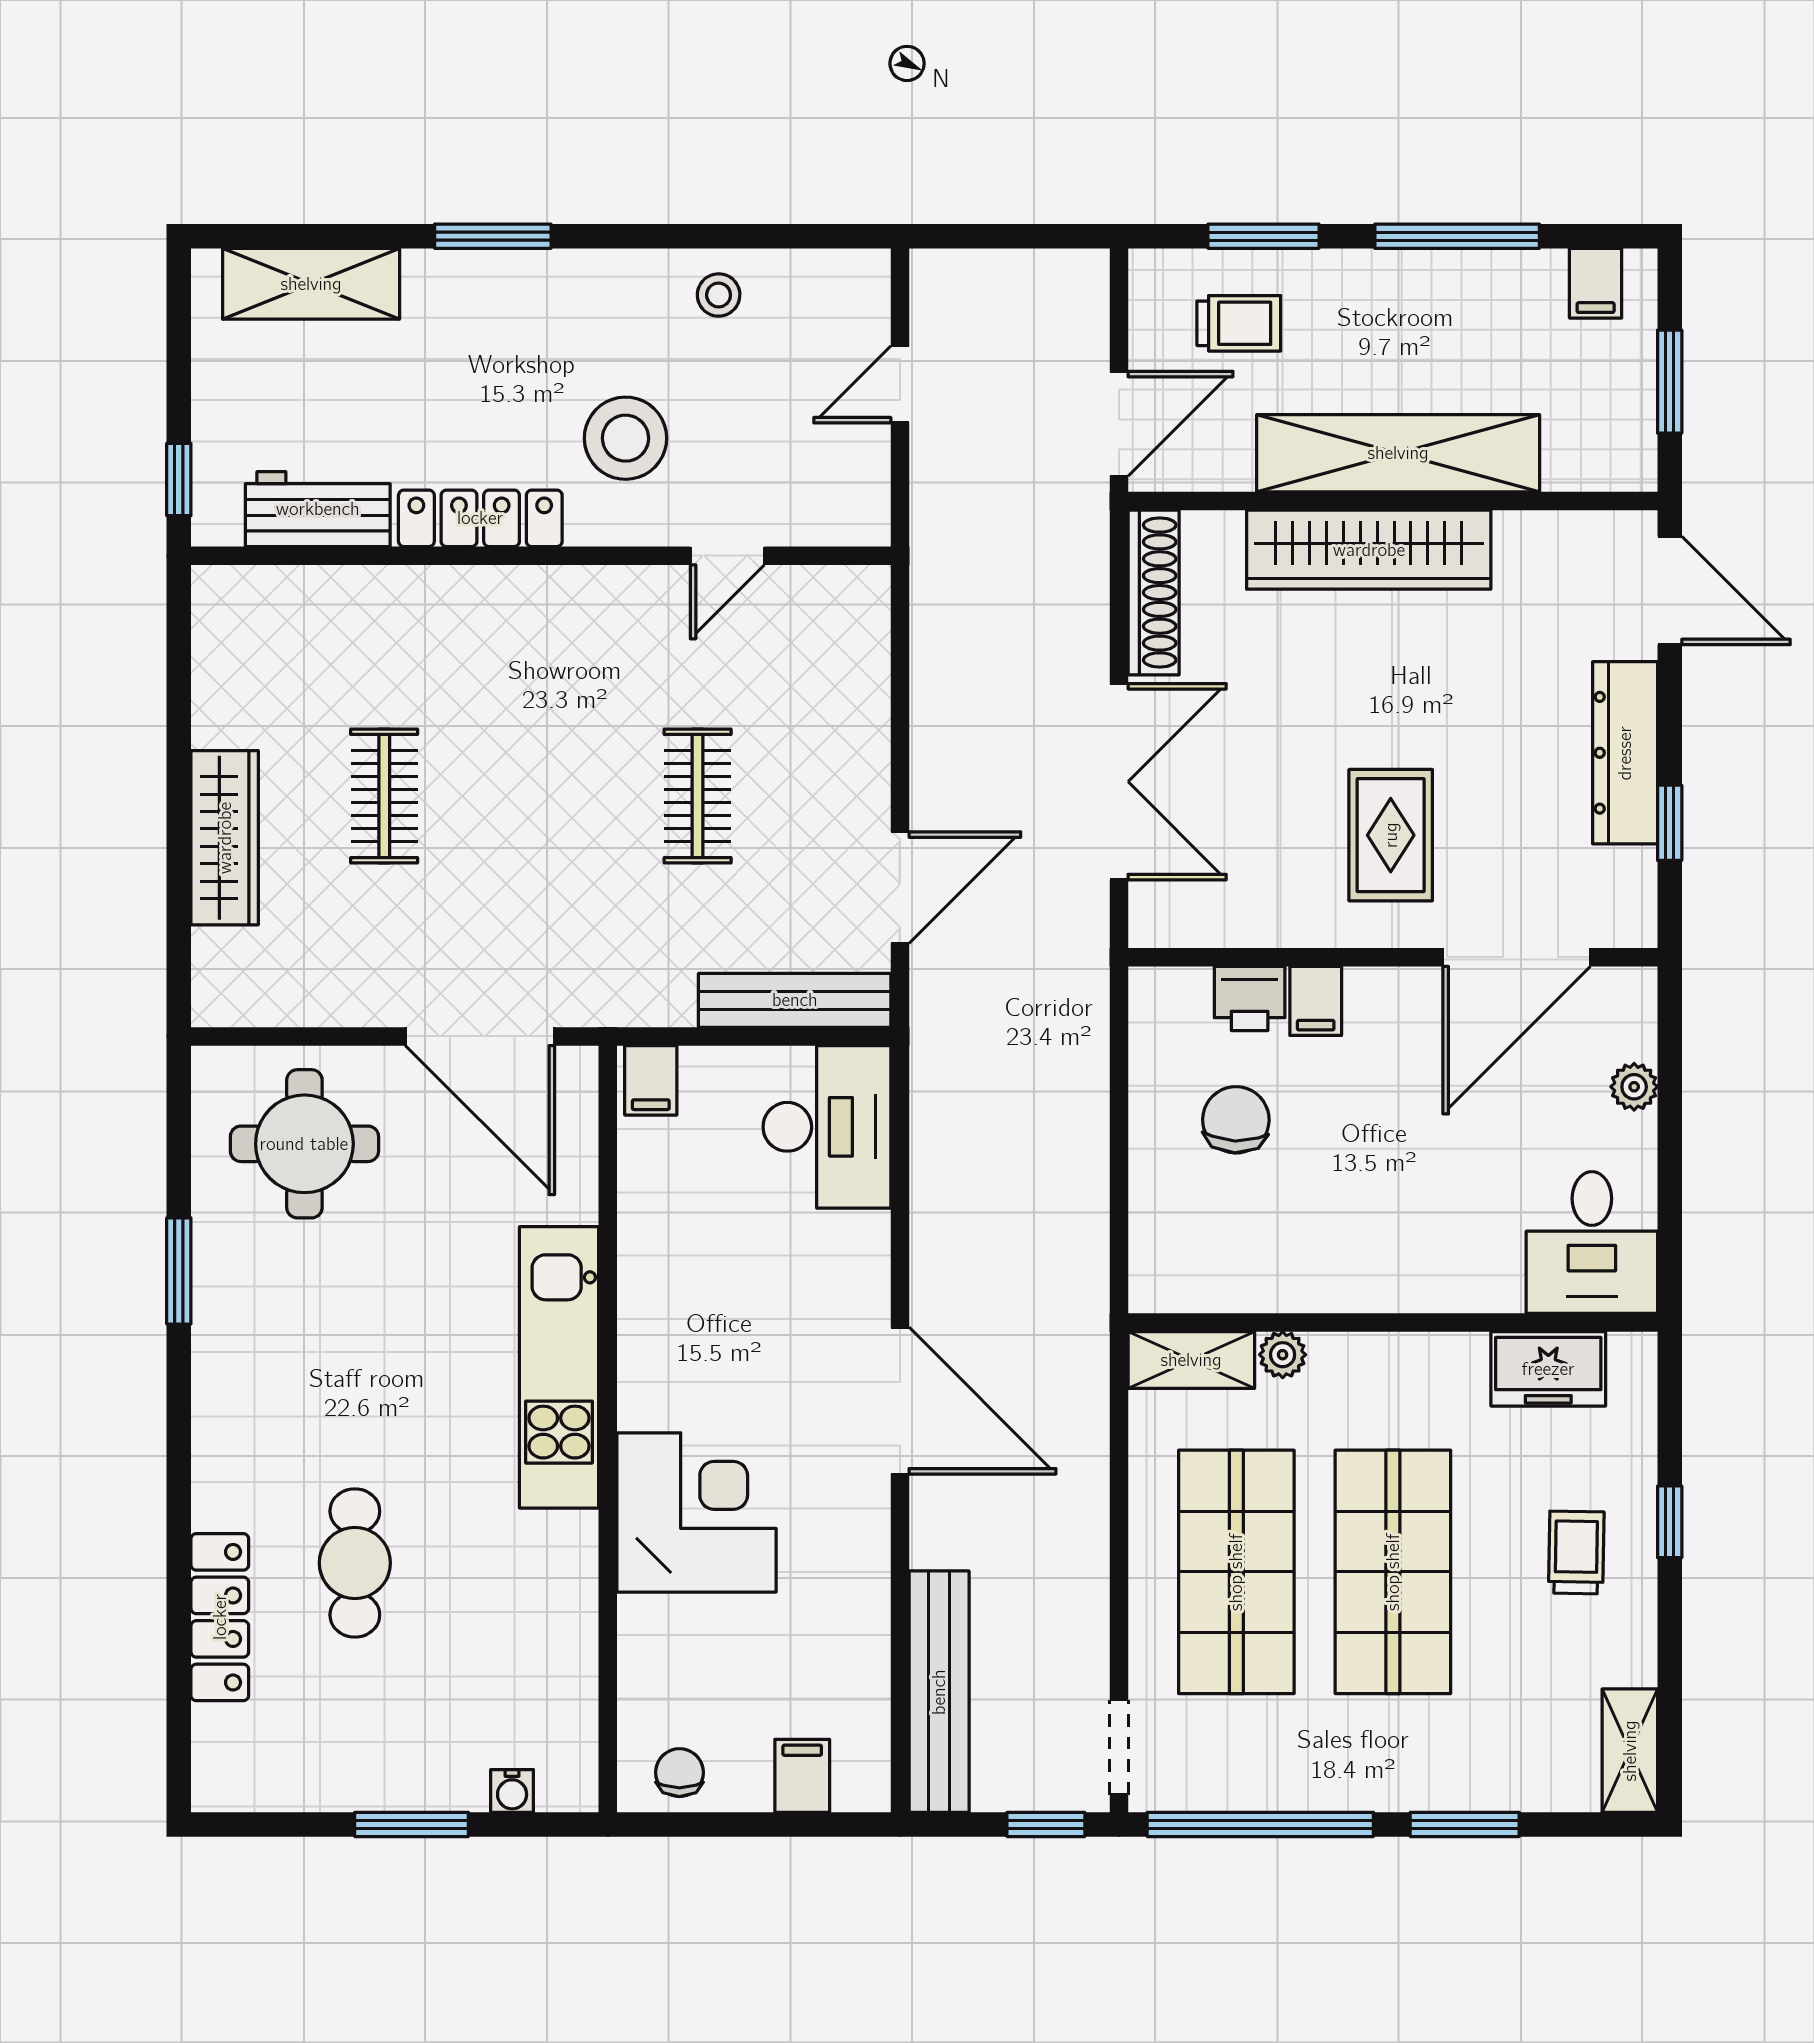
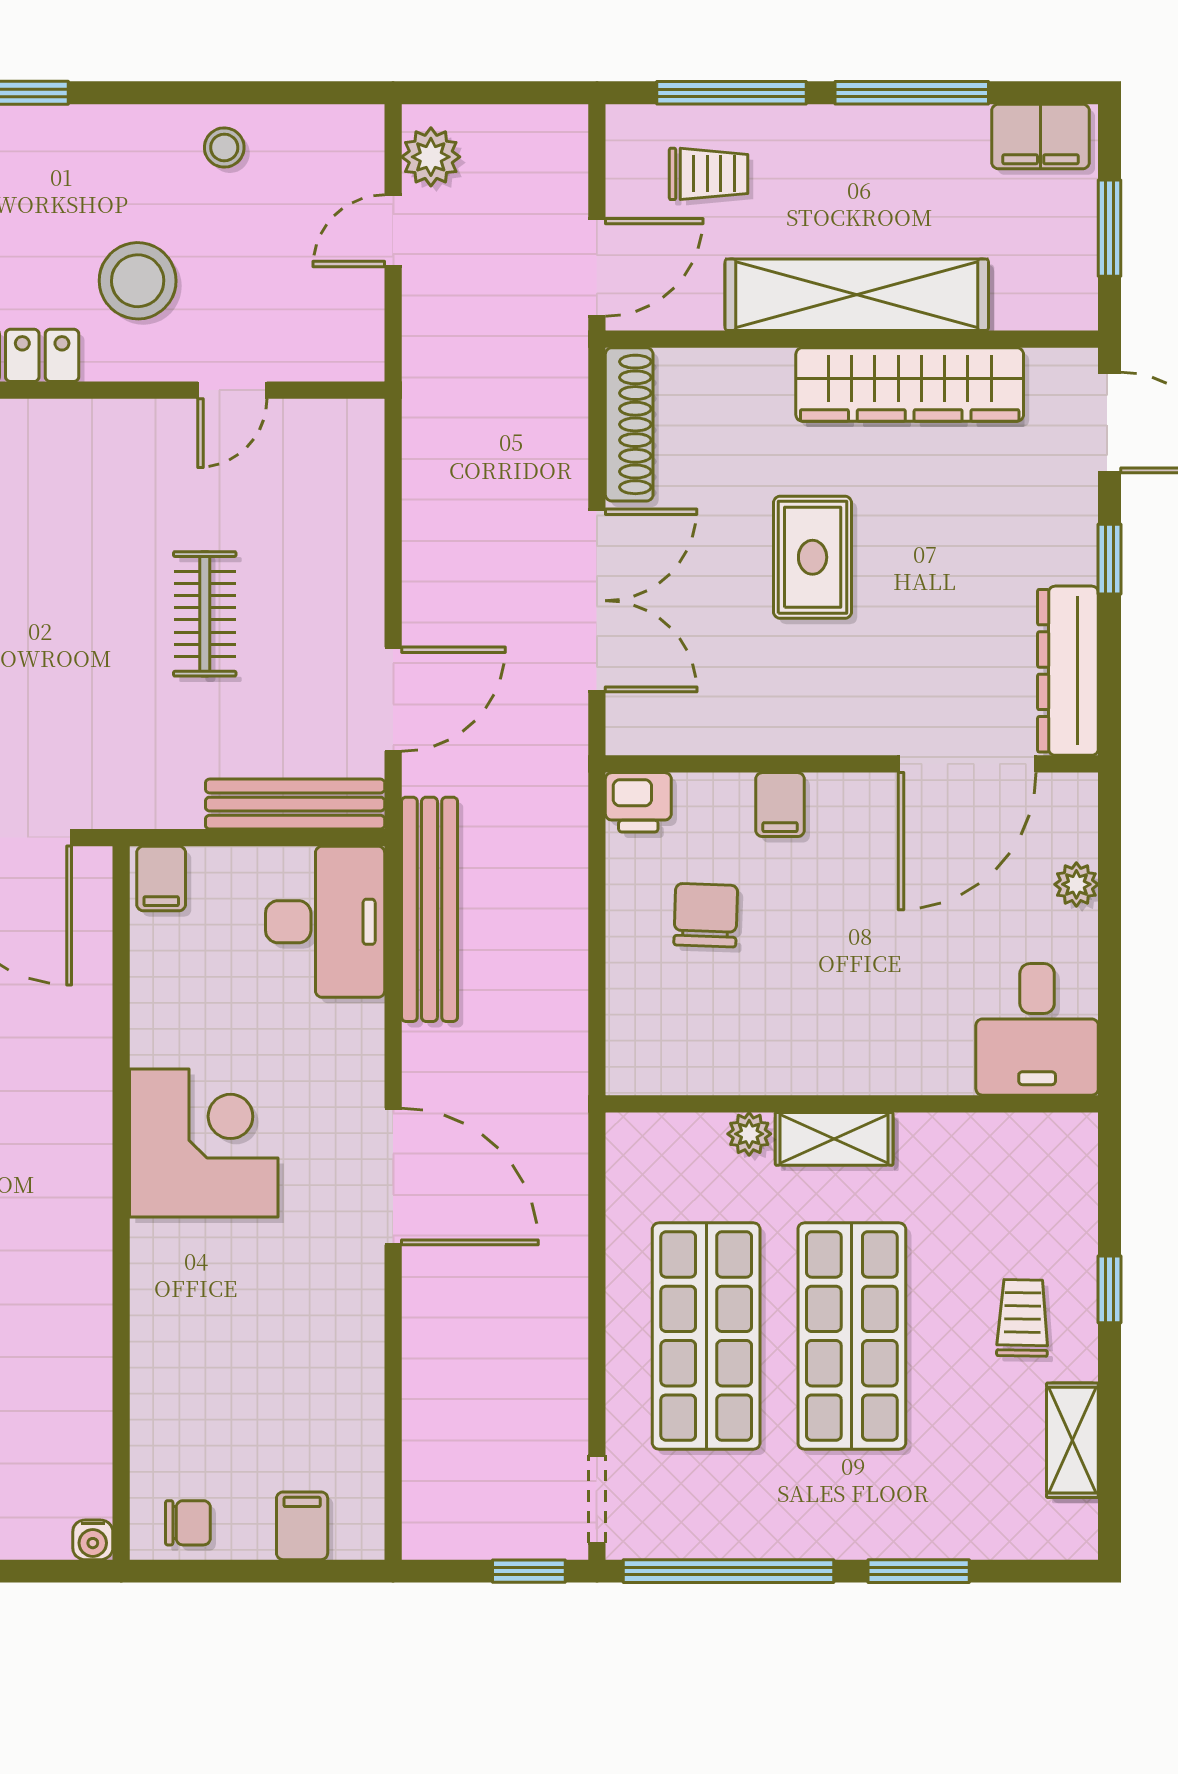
window: (1264, 236) -> (731, 93), width x1.44
filing cabinet: (1596, 283) -> (1041, 137), width x2.00
plant: (940, 305) -> (431, 157), added
wardrobe: (1369, 550) -> (910, 384), moved
dresser: (1625, 753) -> (1068, 671), moved
window: (1670, 823) -> (1110, 559), moved
rug: (1391, 835) -> (813, 557), moved
printer: (1250, 998) -> (638, 802), moved
shelving: (1191, 1360) -> (834, 1139), moved
kitchen unit: (559, 1367) -> (76, 1146), removed
freezer: (1548, 1369) -> (997, 1147), removed
corner desk: (697, 1512) -> (204, 1143), moved
bench: (939, 1692) -> (429, 909), moved
shelving: (1630, 1751) -> (1072, 1440), moved
chair: (679, 1773) -> (188, 1523), turned 90
water cooler: (512, 1791) -> (93, 1540), moved

